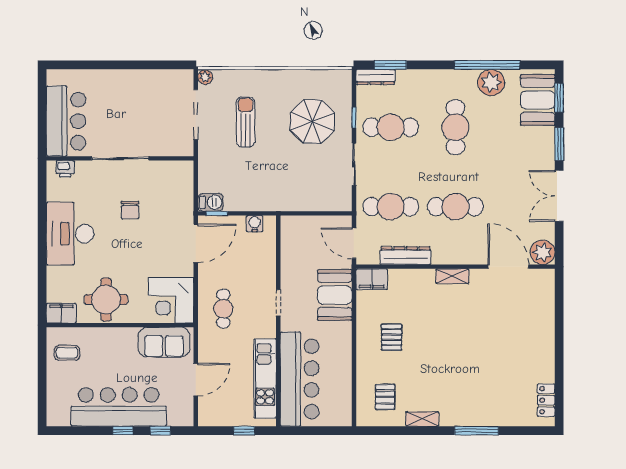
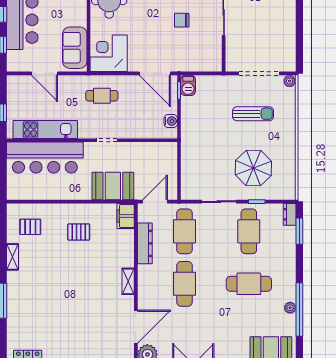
dresser: (376, 77) -> (290, 214), width x0.70
plant: (491, 83) -> (290, 308), width x0.53, depth x0.53

